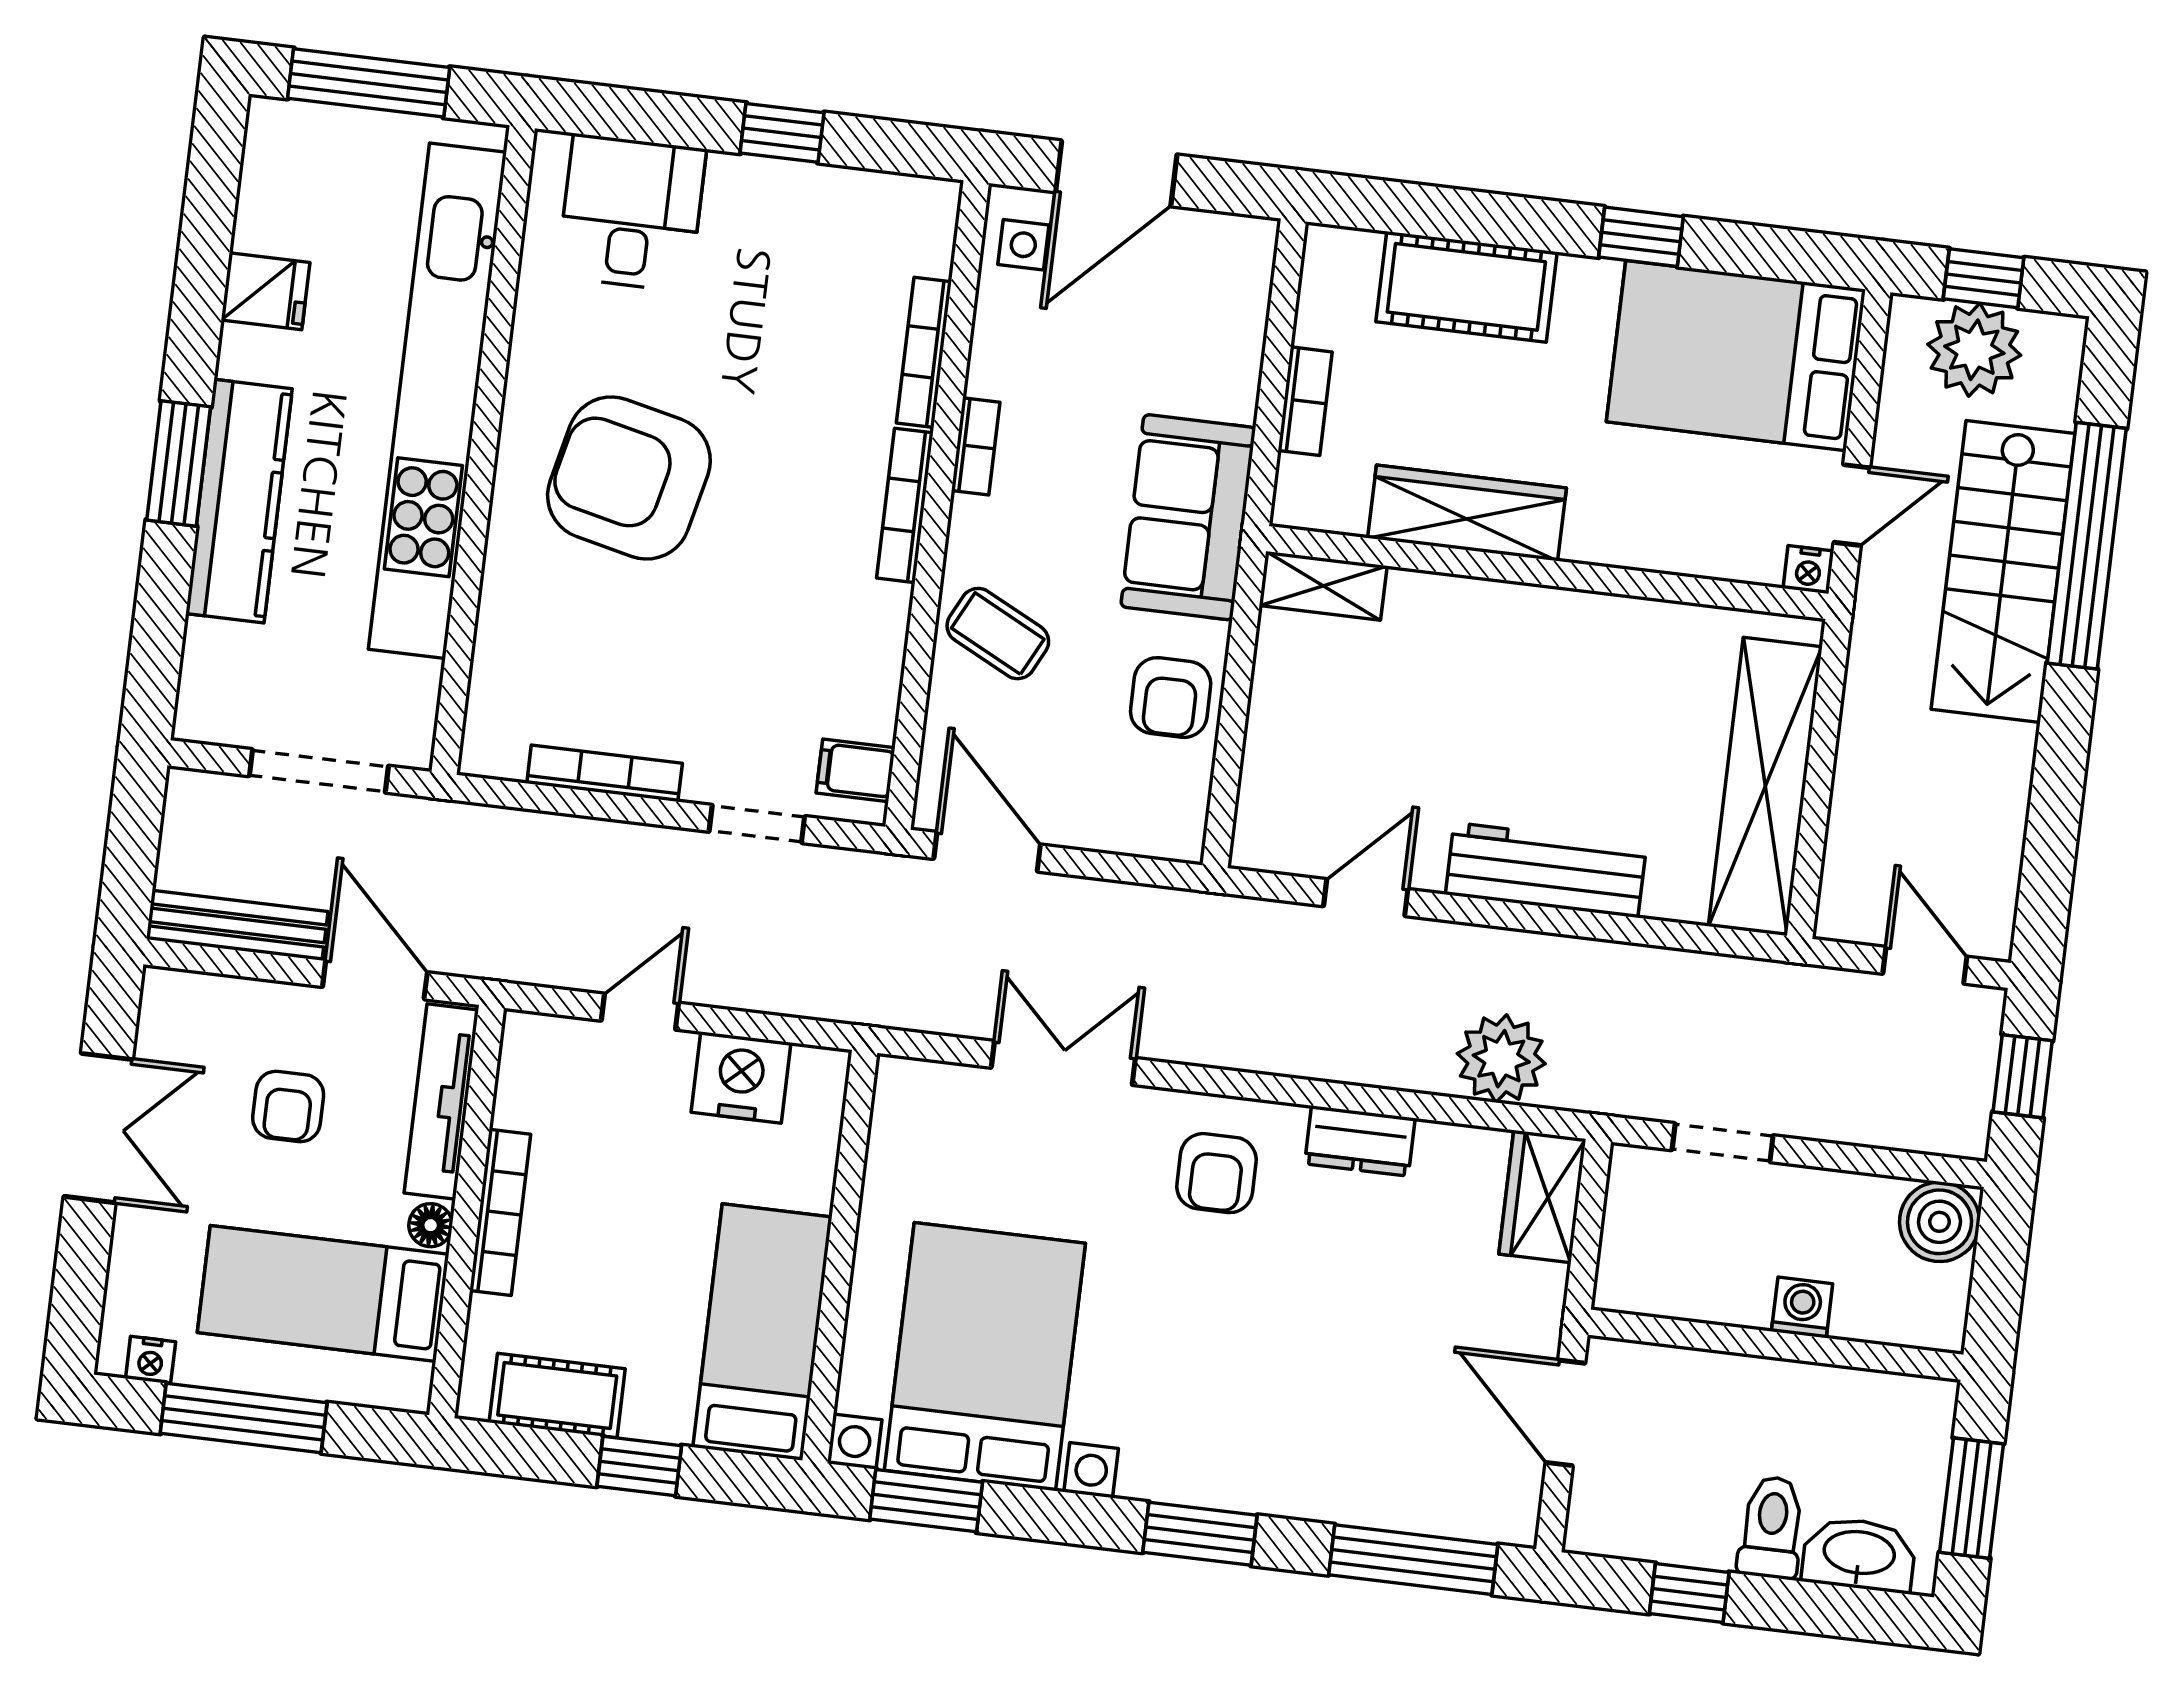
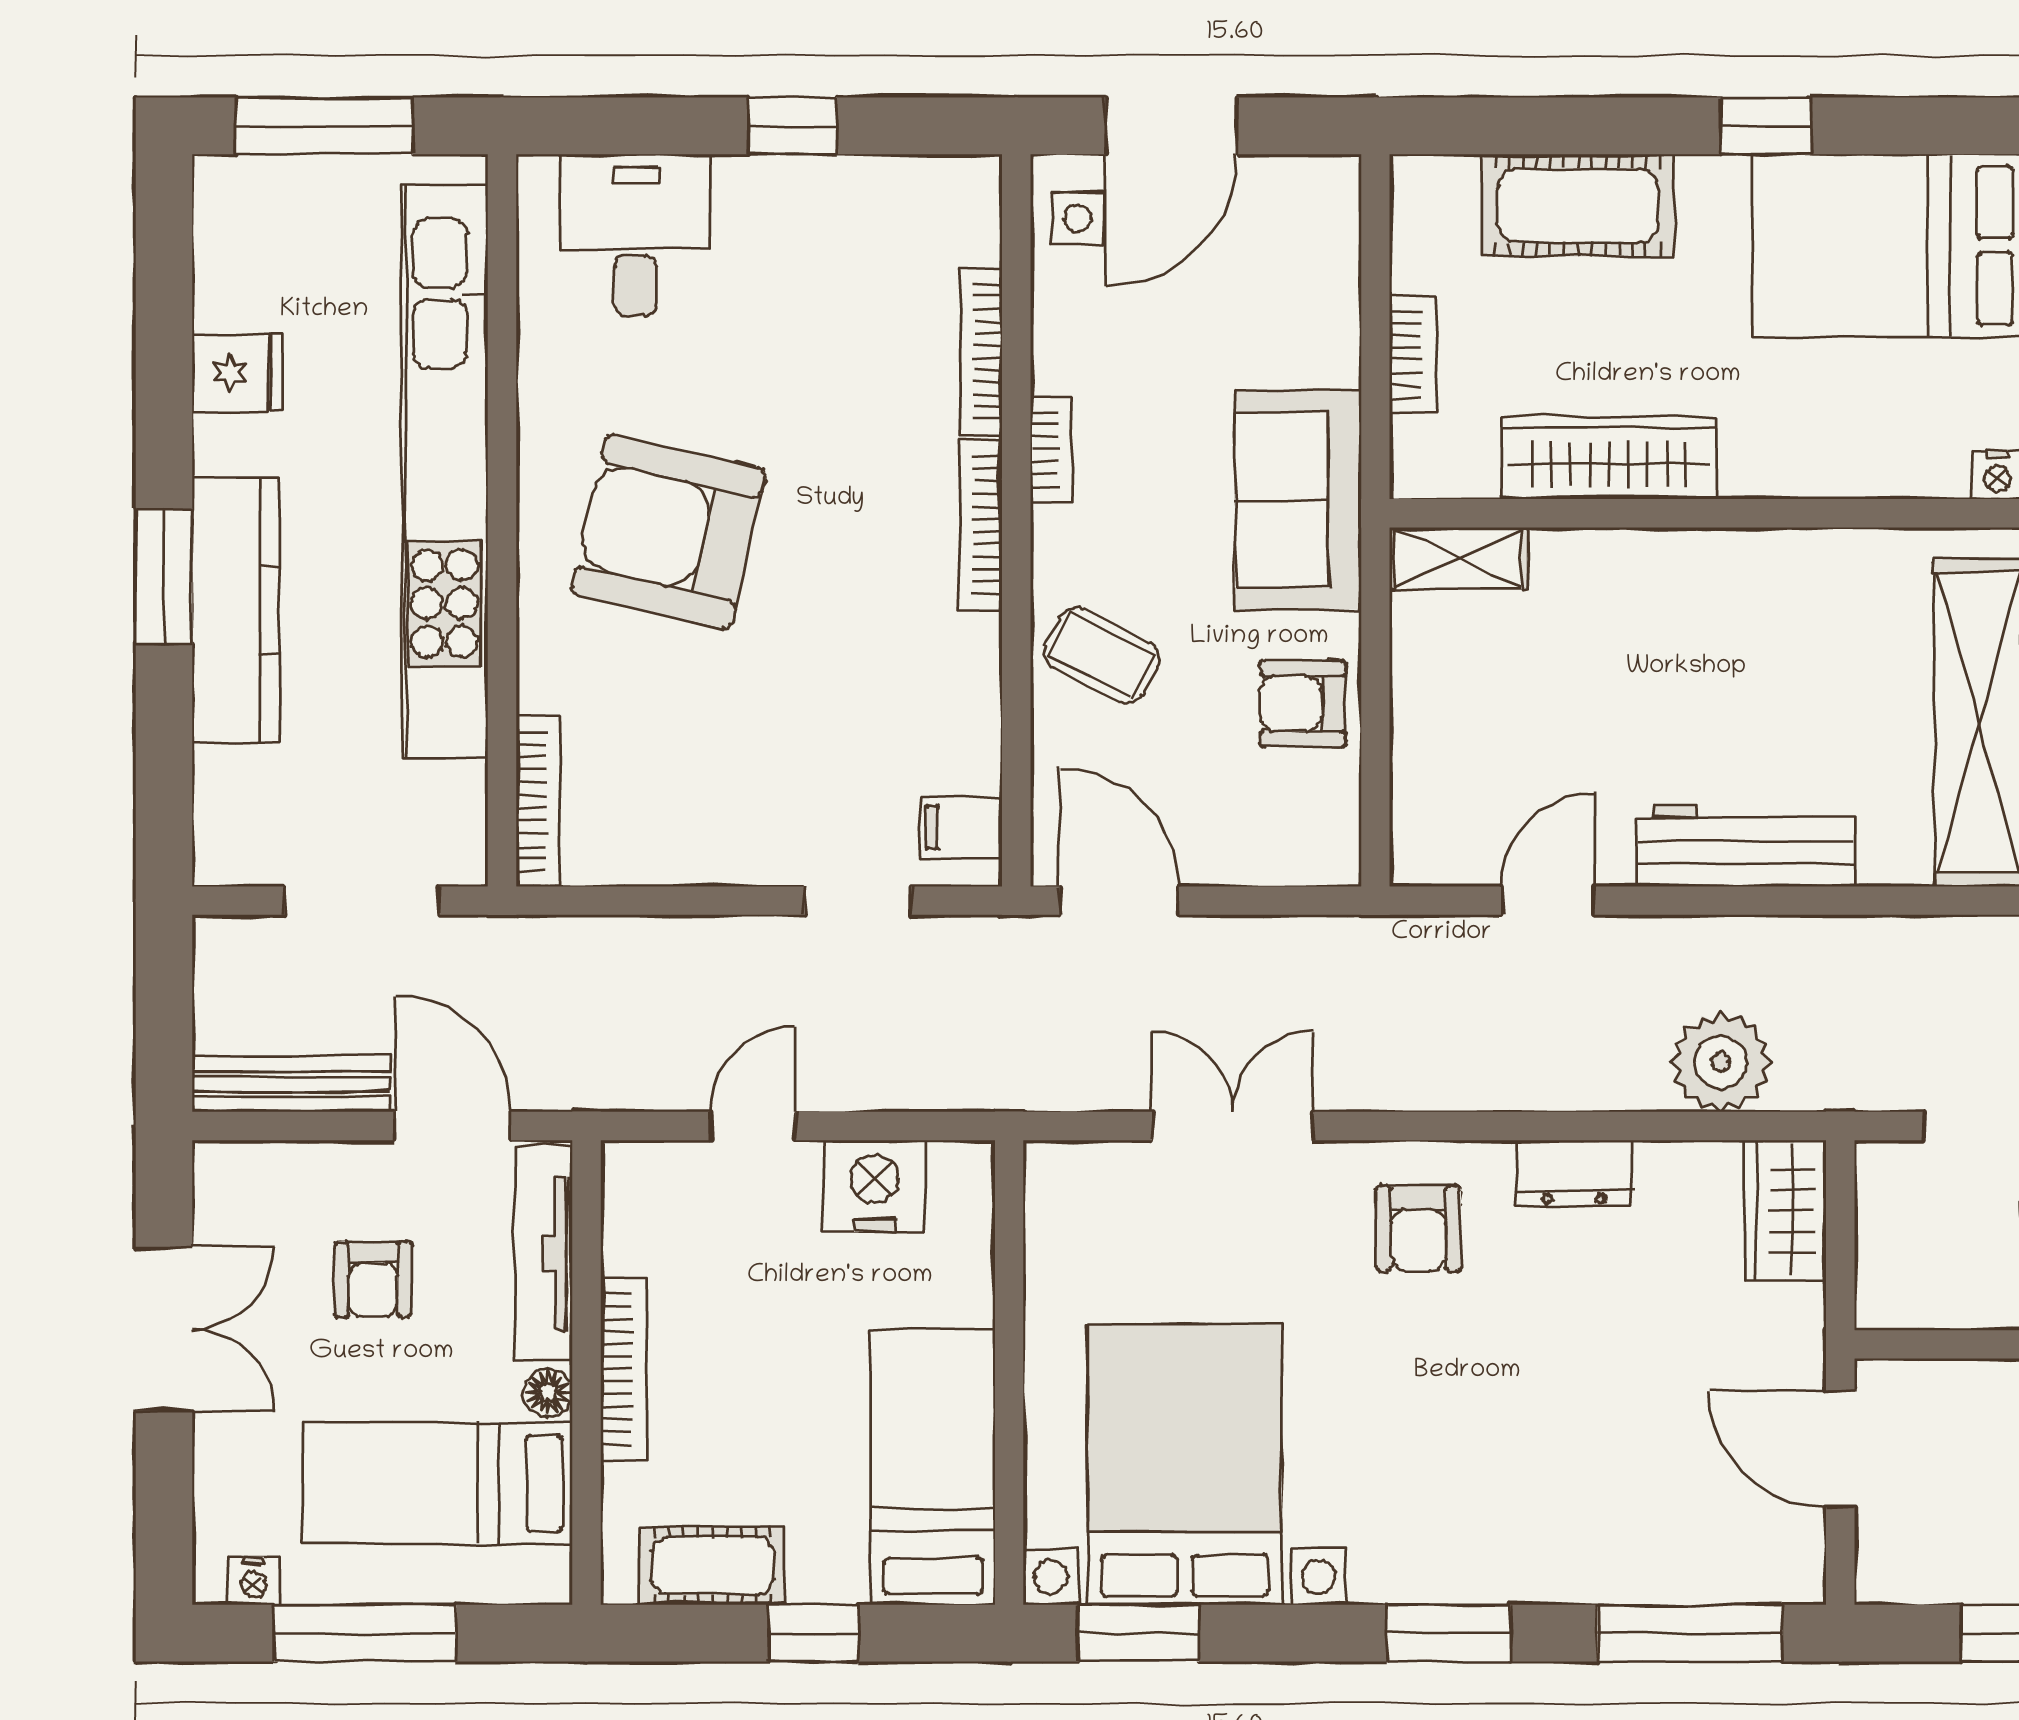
armchair: (1171, 698) -> (1303, 704), turned 90
bookcase: (605, 773) -> (538, 801), moved, turned 90

